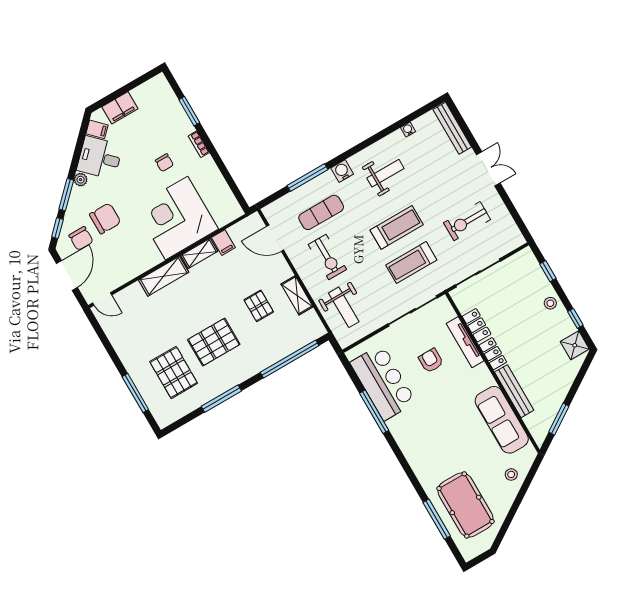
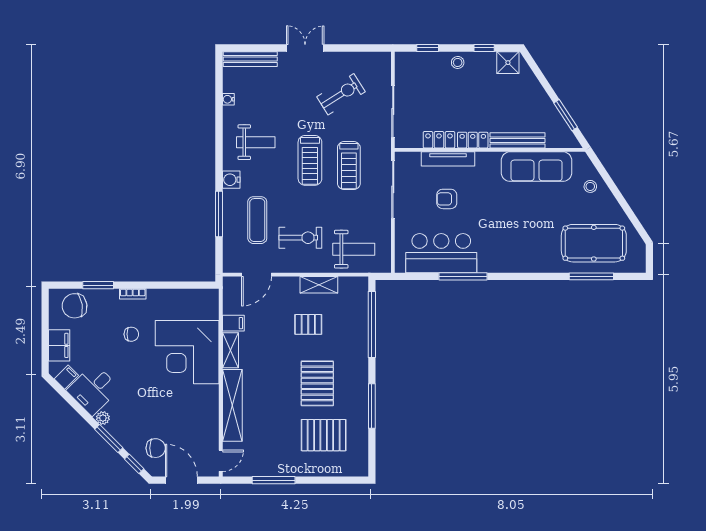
weight bench: (385, 173) -> (256, 142), turned 90
chair: (105, 218) -> (75, 306), moved, turned -99
exercise bike: (467, 221) -> (341, 94), turned -122
treadmill: (397, 227) -> (310, 160), turned 180
shelving: (164, 276) -> (232, 405), width x1.47
window: (135, 393) -> (274, 480), moved

